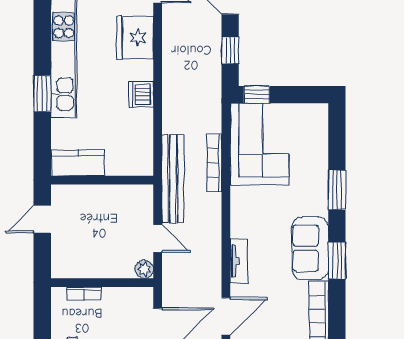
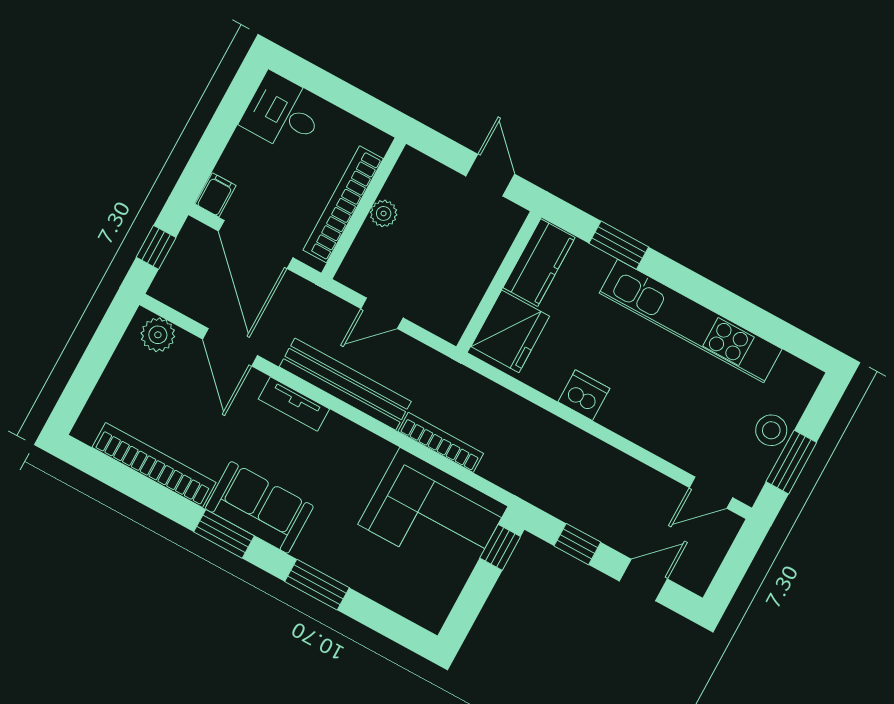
fridge: (135, 37) -> (510, 331), moved, turned 90
window: (42, 94) -> (619, 245), moved
bench: (173, 179) -> (345, 384), moved
plant: (144, 269) -> (384, 213), moved
bookcase: (84, 294) -> (343, 204), width x2.31, depth x1.31

